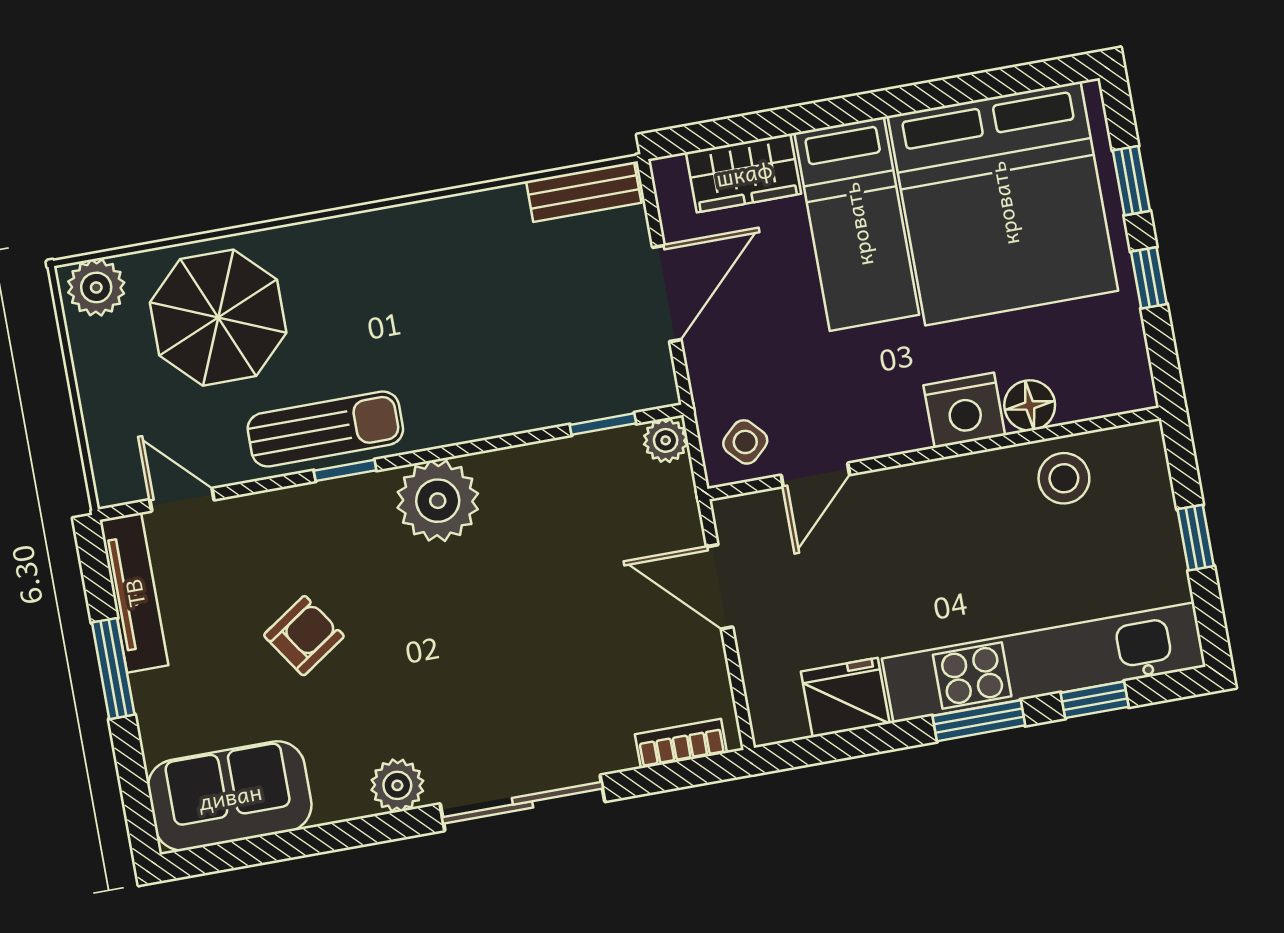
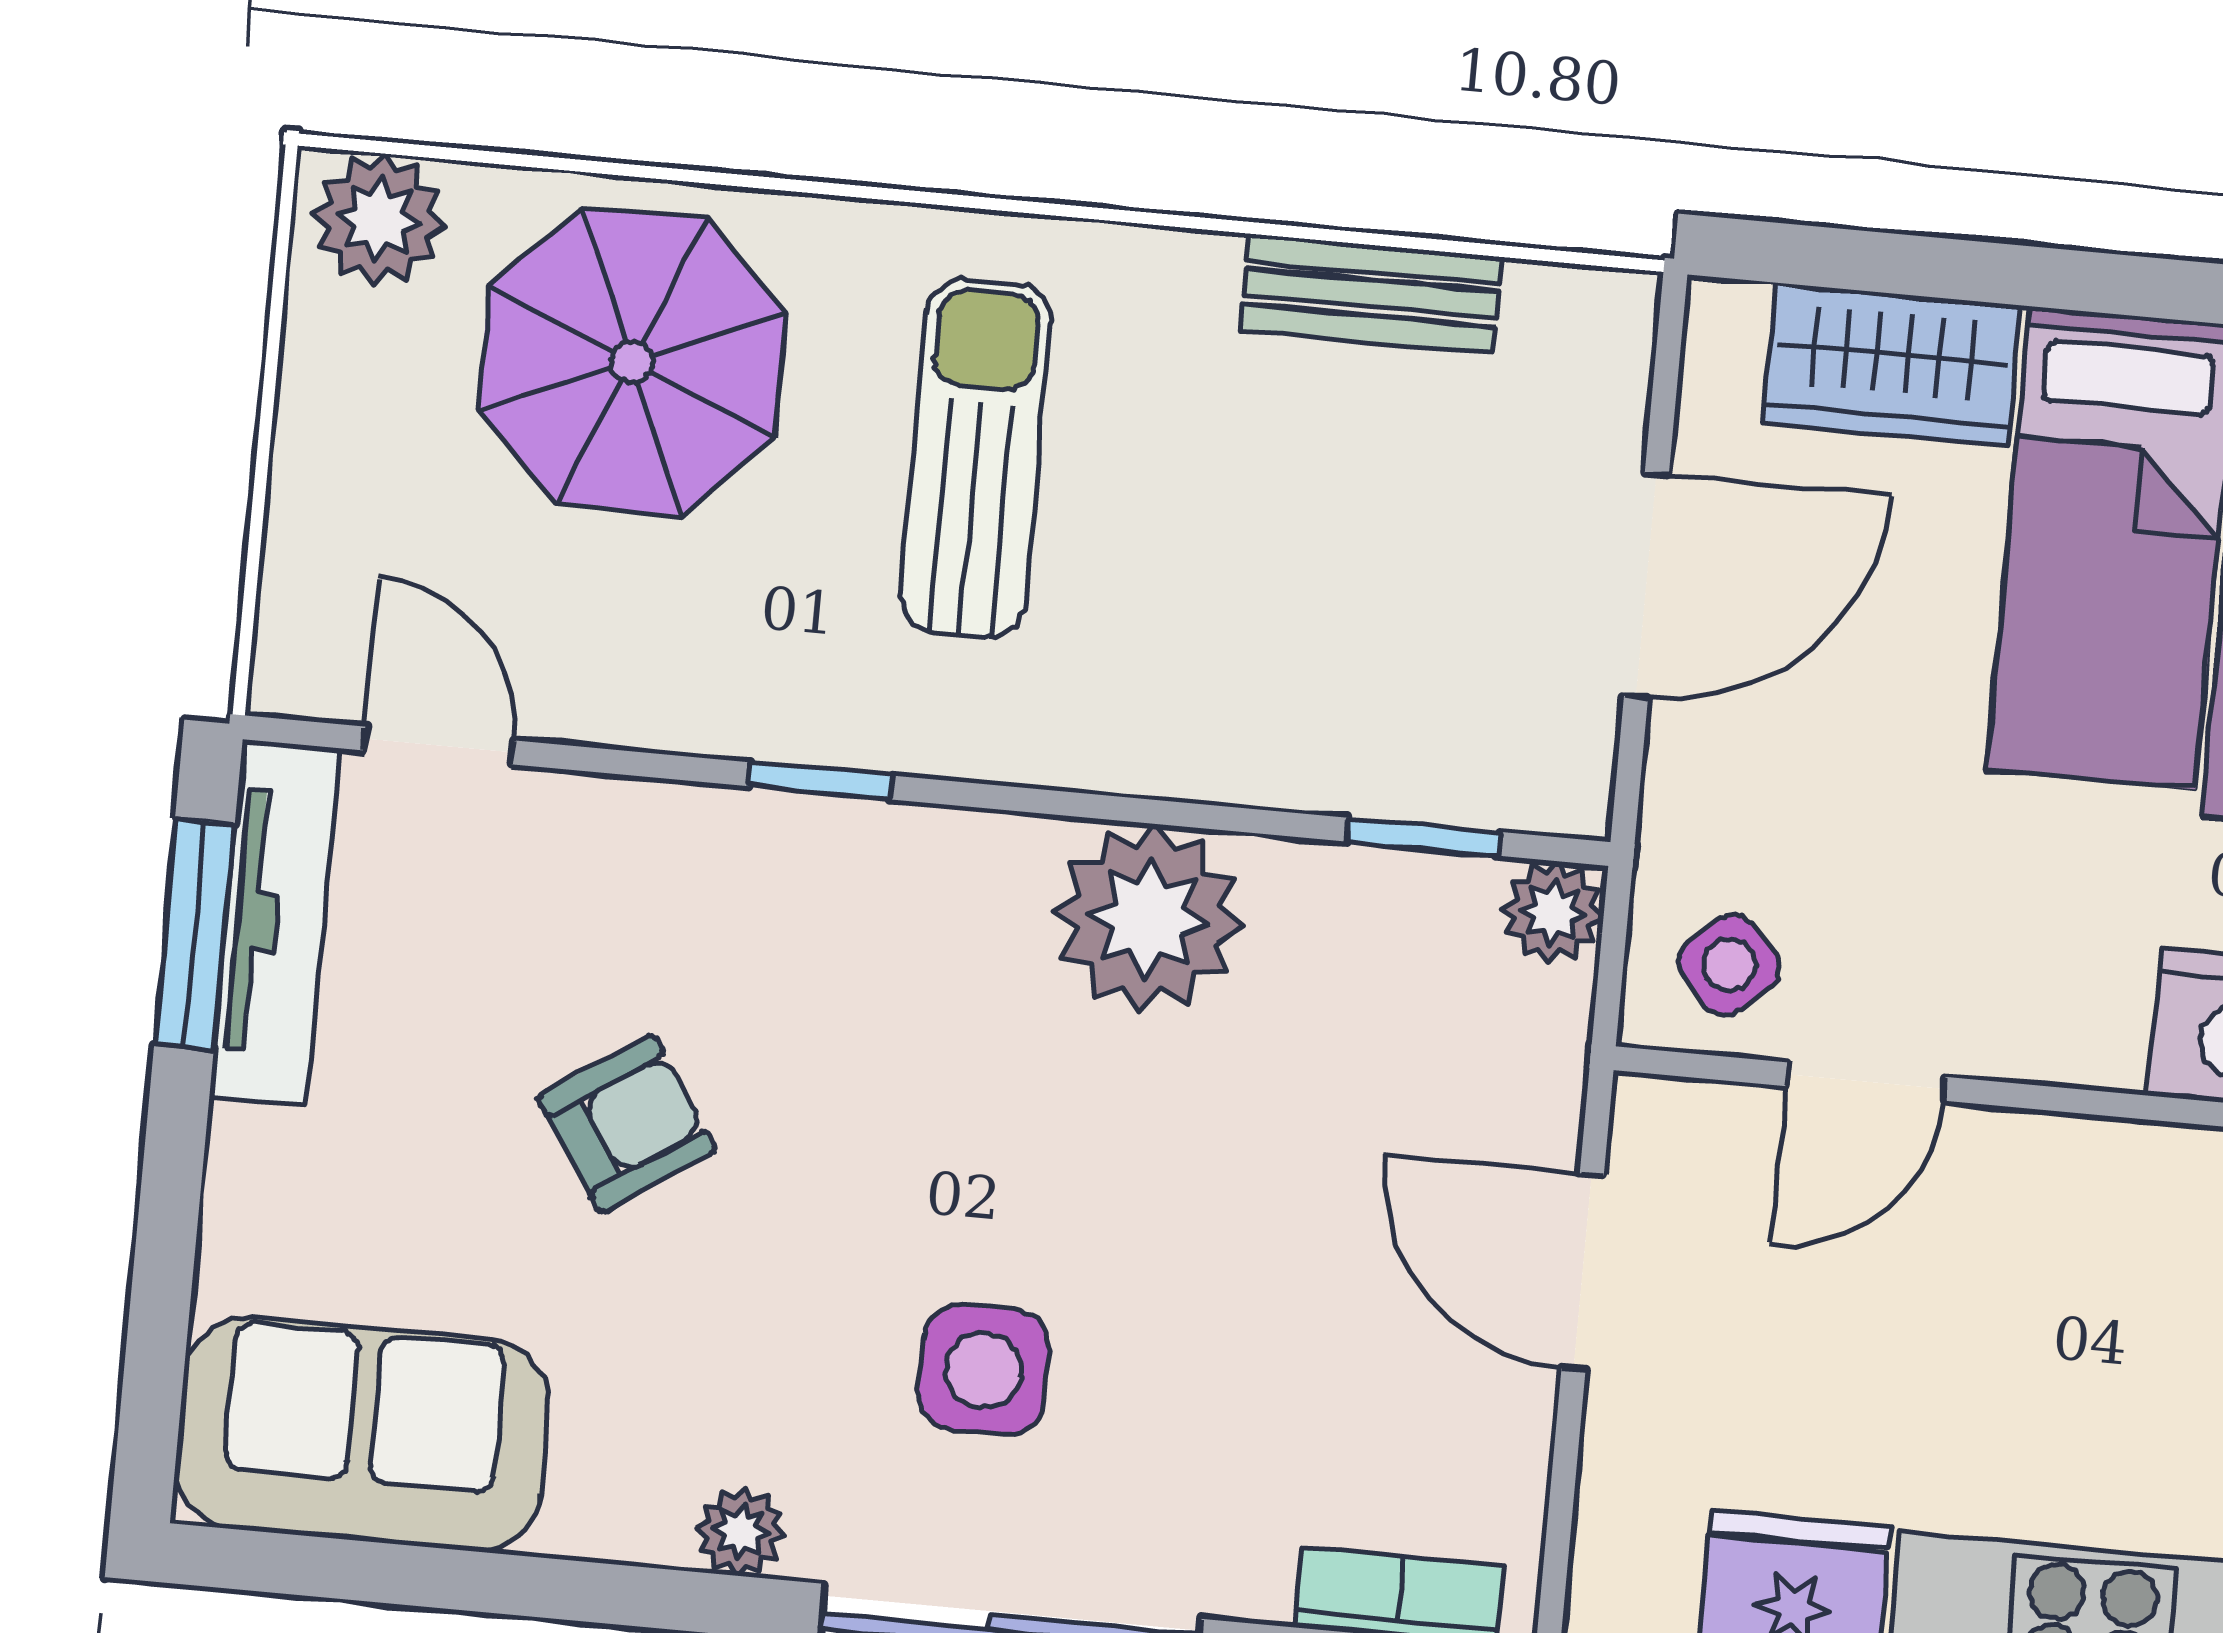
bench: (584, 192) -> (1371, 294), moved
sun lounger: (325, 429) -> (976, 458), moved, turned -90
plant: (438, 501) -> (1148, 919), moved
window: (113, 669) -> (194, 934), moved
side table: (481, 697) -> (984, 1370), added
plant: (397, 785) -> (740, 1532), width x0.73, depth x0.73

